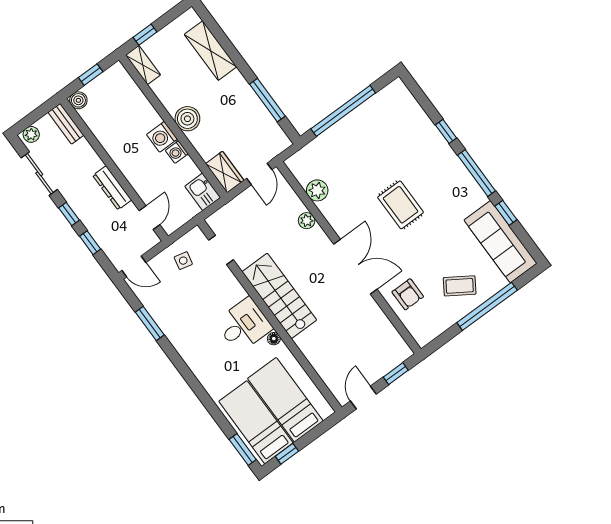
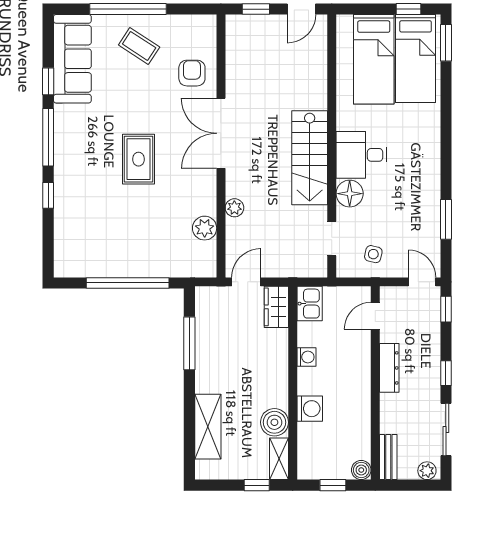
boiler: (187, 119) -> (274, 422), moved
washing machine: (162, 137) -> (310, 409), moved
window: (90, 243) -> (446, 309), moved
floor lamp: (274, 339) -> (350, 194), moved, width x1.89, depth x1.89

